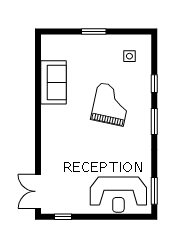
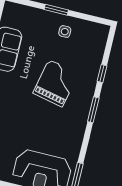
side table: (129, 56) -> (65, 32), moved

